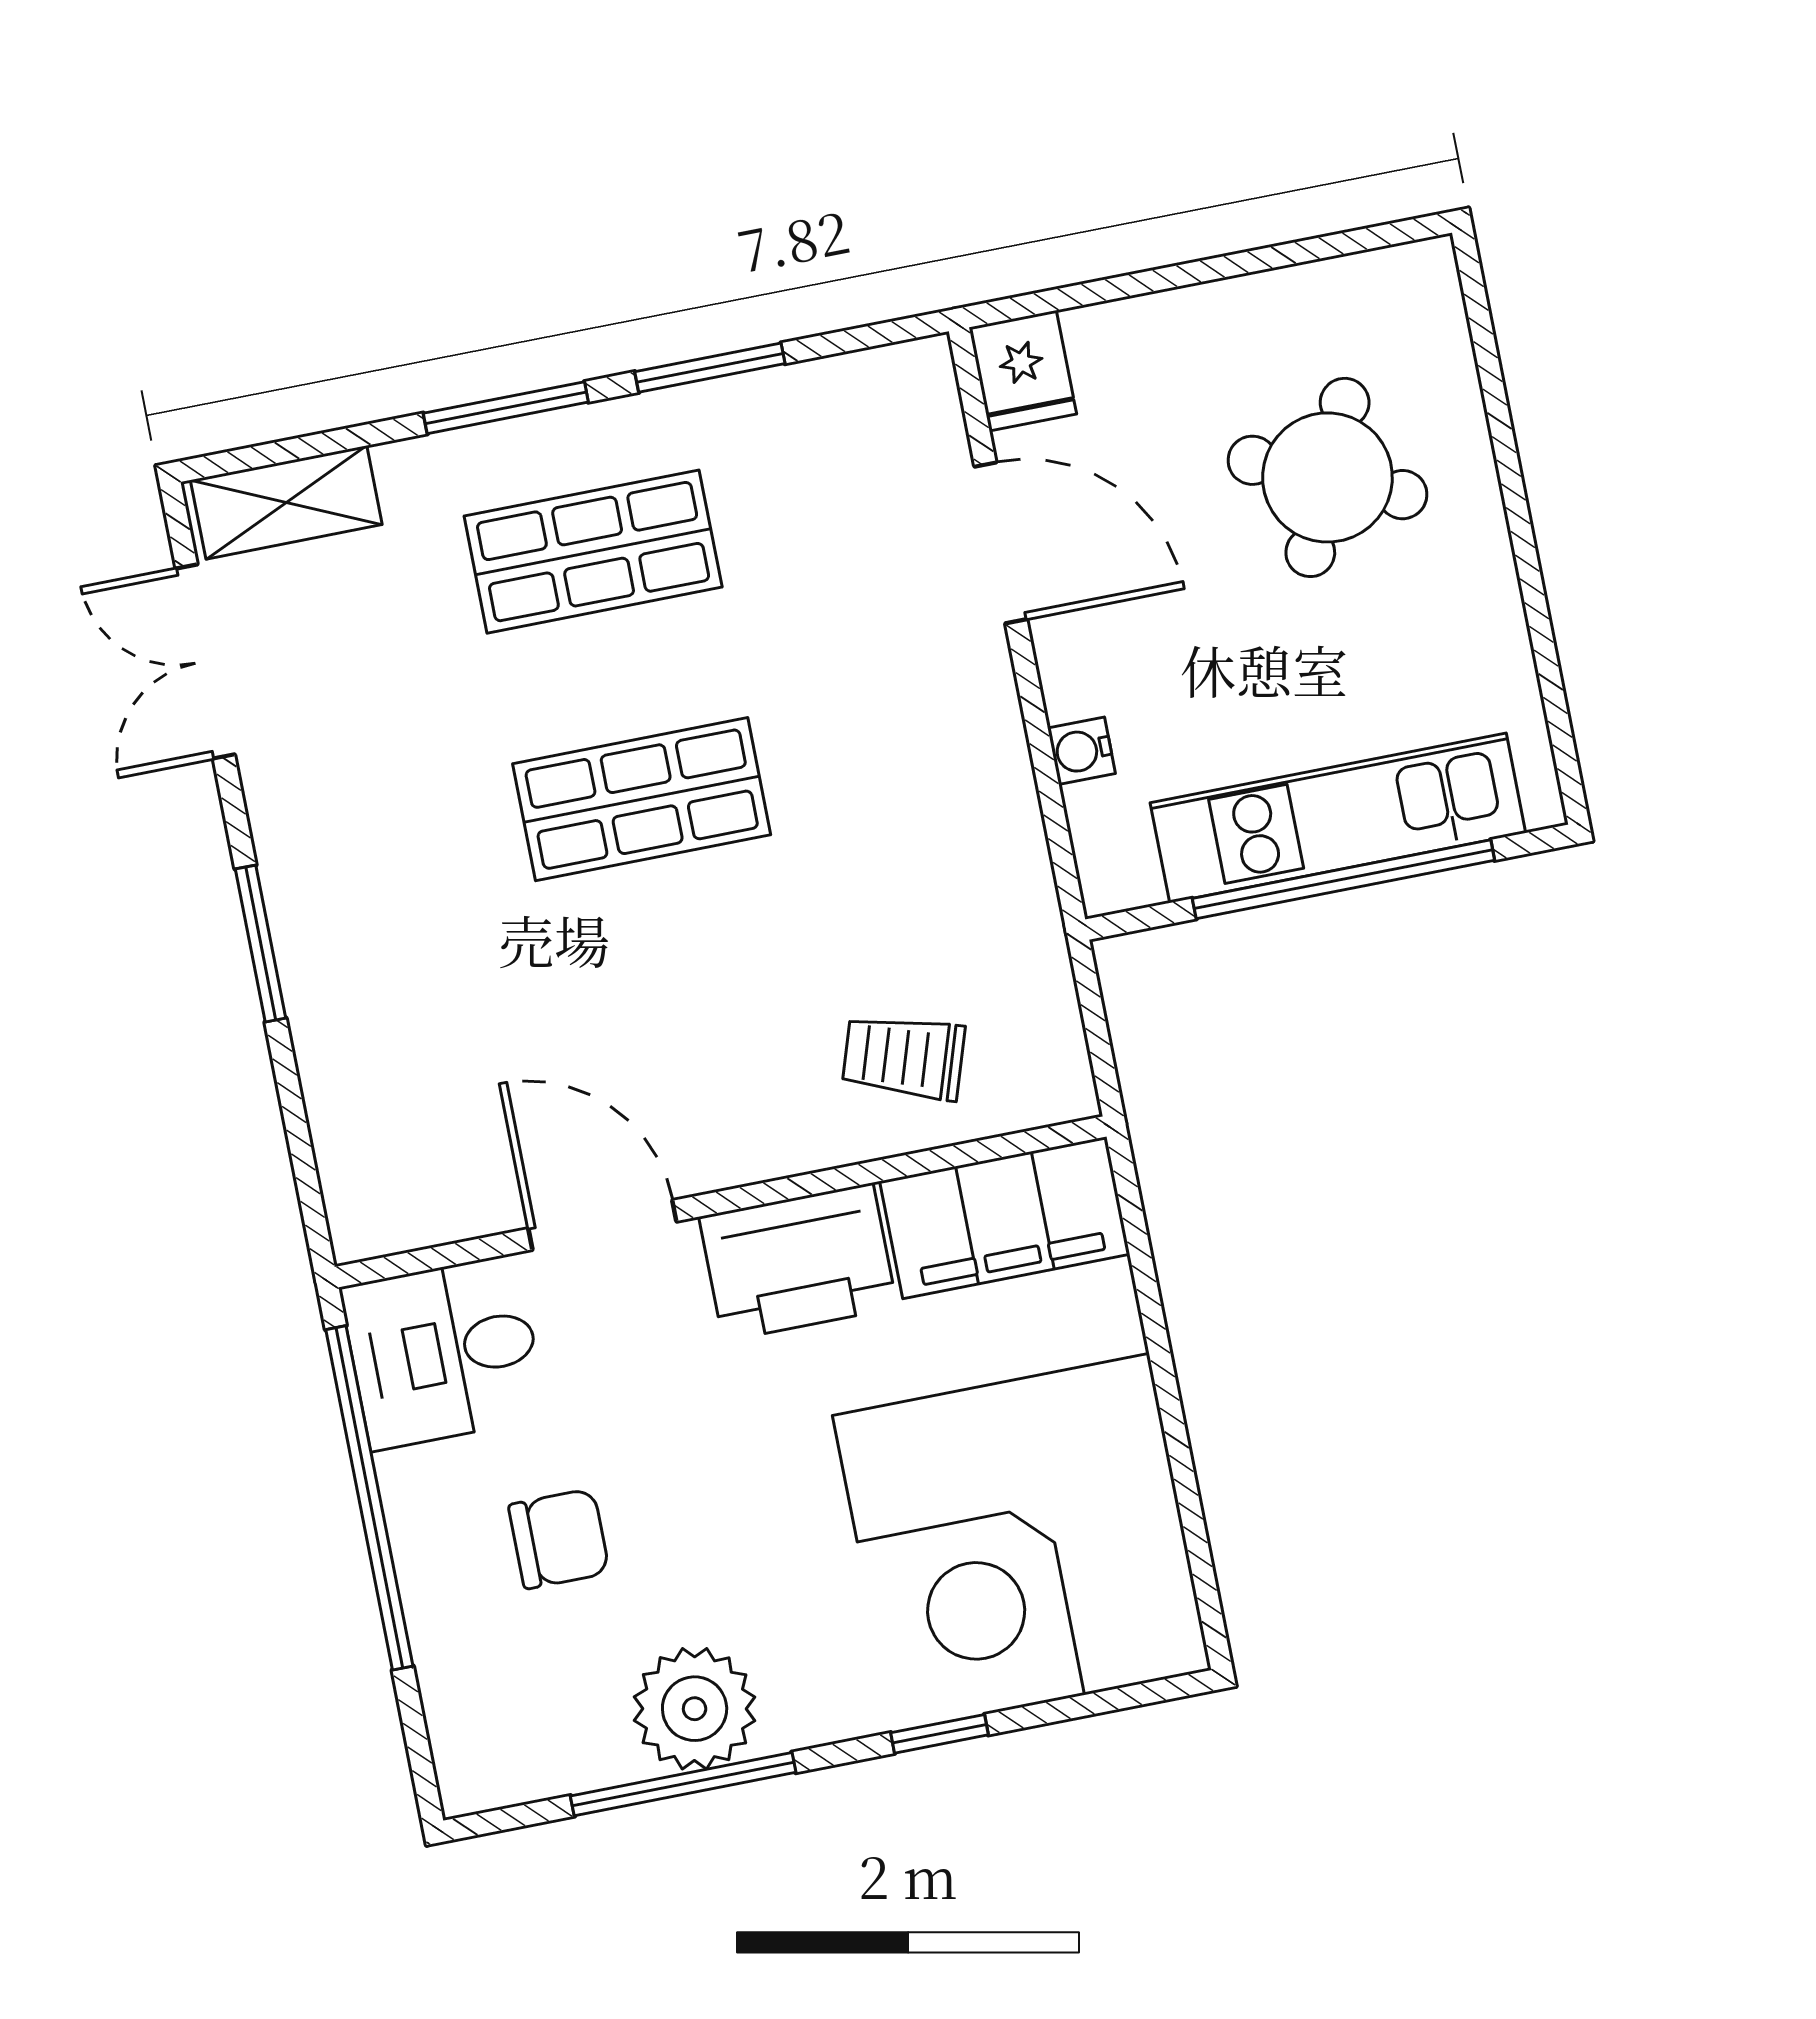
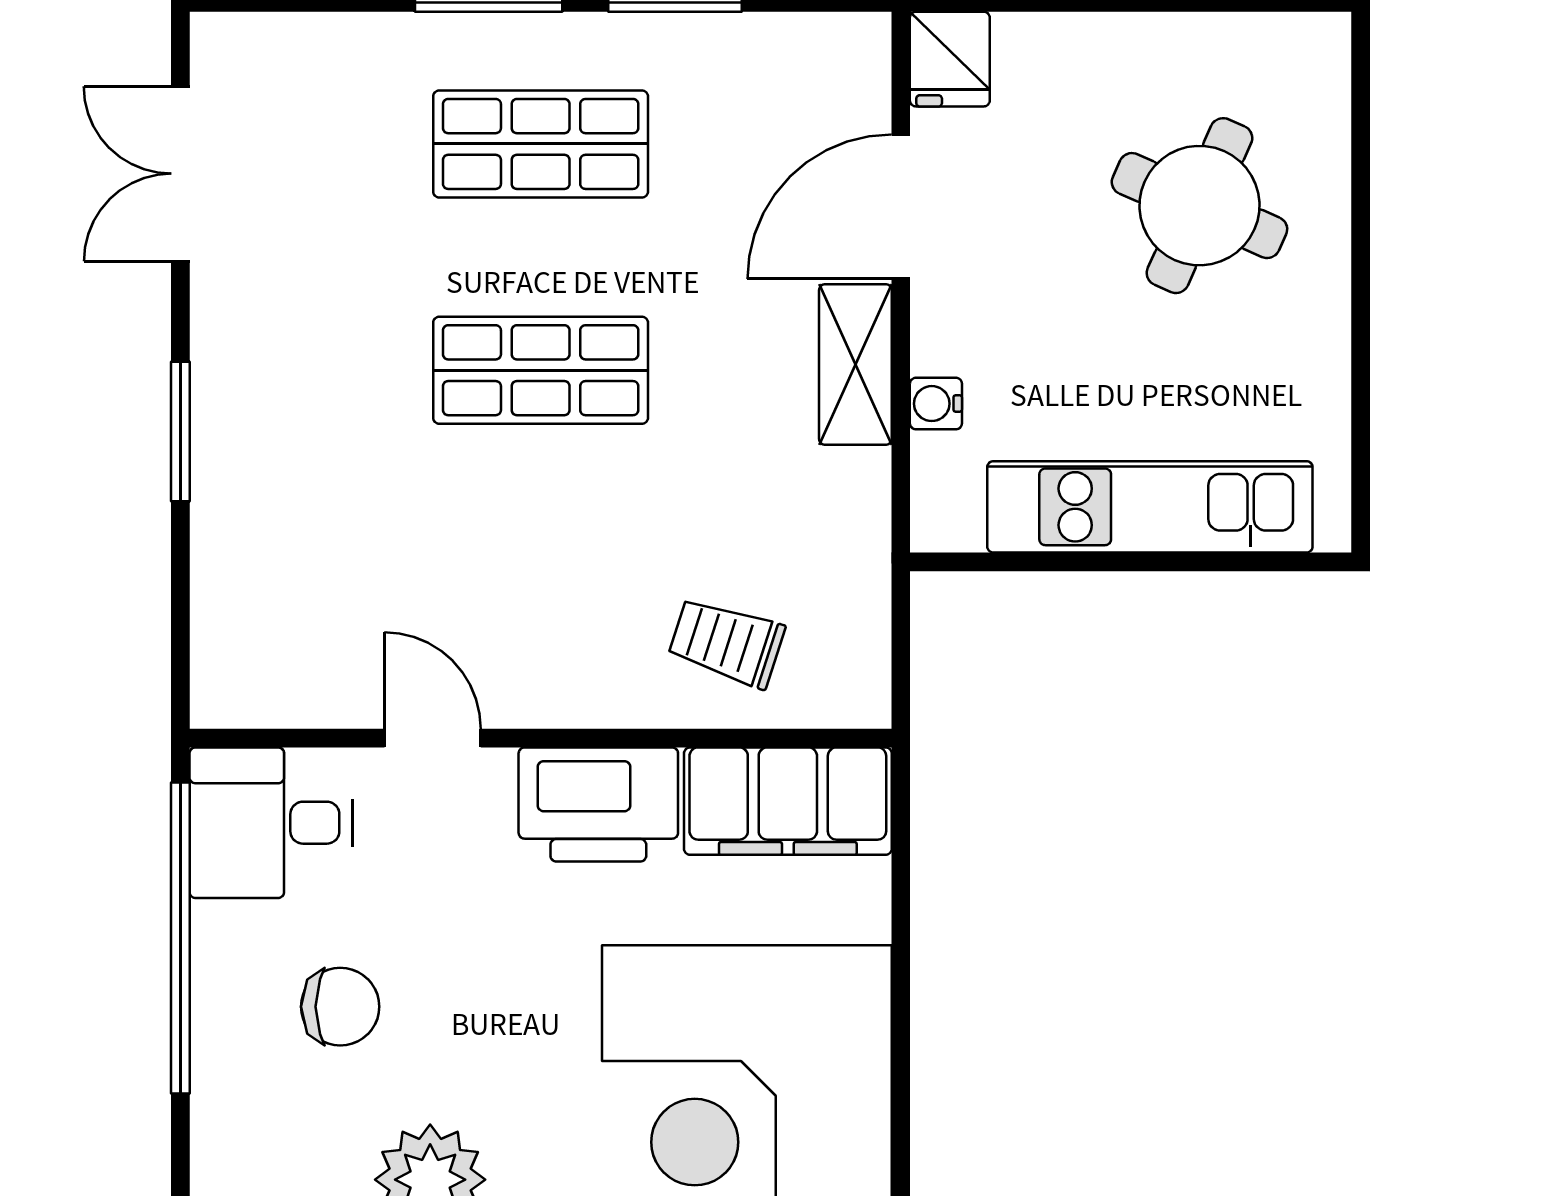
shelving: (286, 502) -> (855, 365), moved, turned 90
door: (1001, 543) -> (901, 207), swing flipped
window: (1343, 879) -> (1144, 562), removed
door: (602, 1225) -> (433, 738), width x0.73

